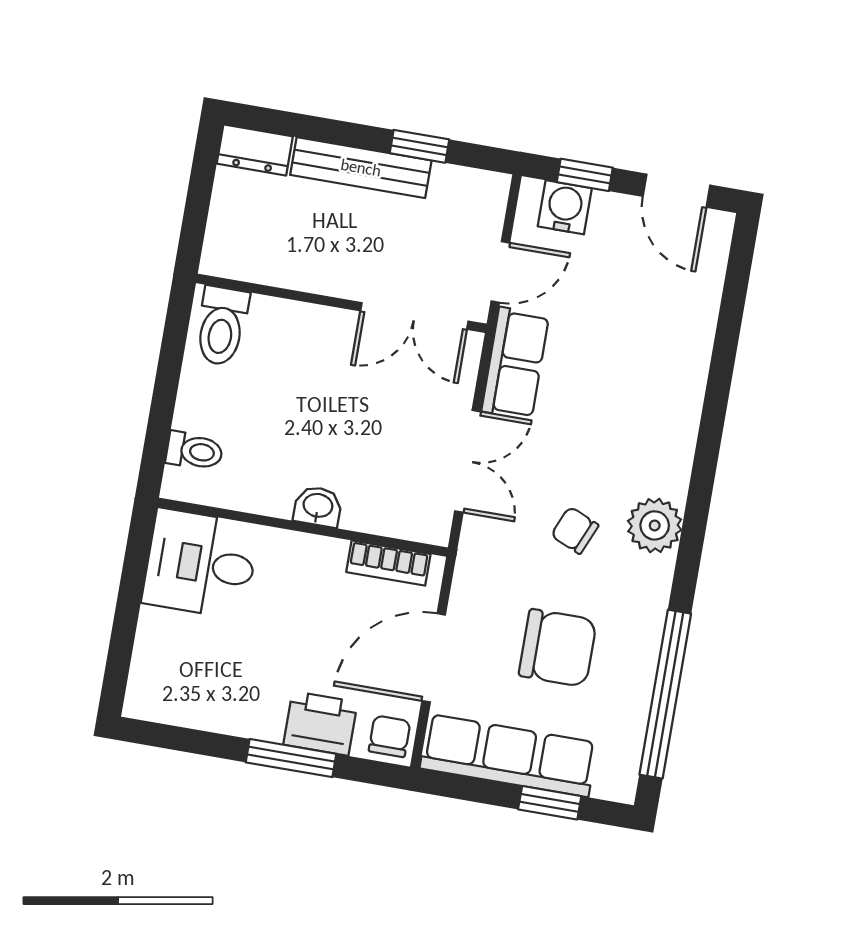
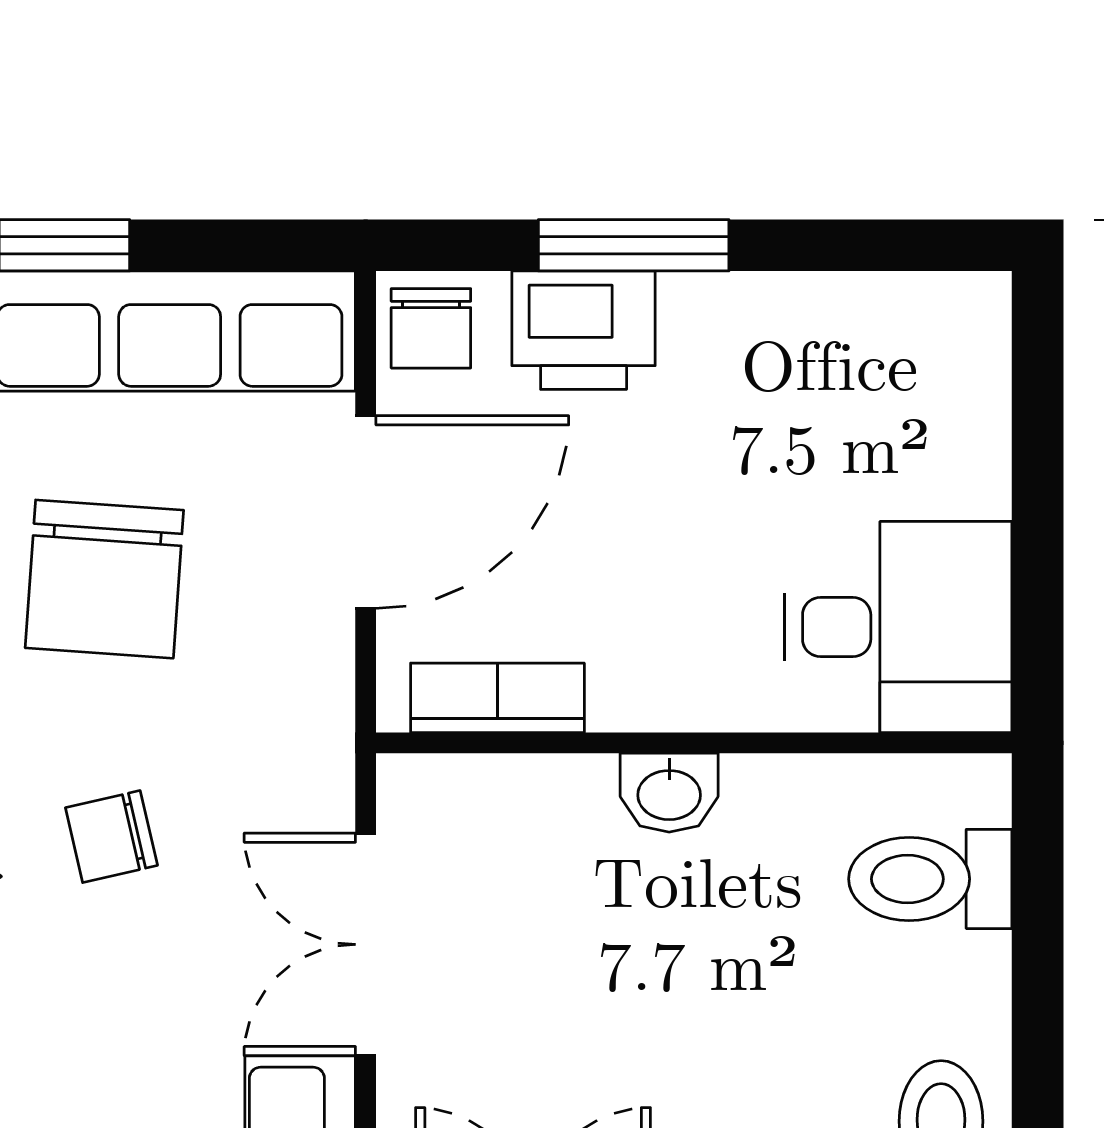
toilet: (194, 451) -> (930, 879), width x1.37, depth x1.39
chair: (575, 530) -> (111, 837), turned 144
chair: (558, 648) -> (104, 579), turned -86

